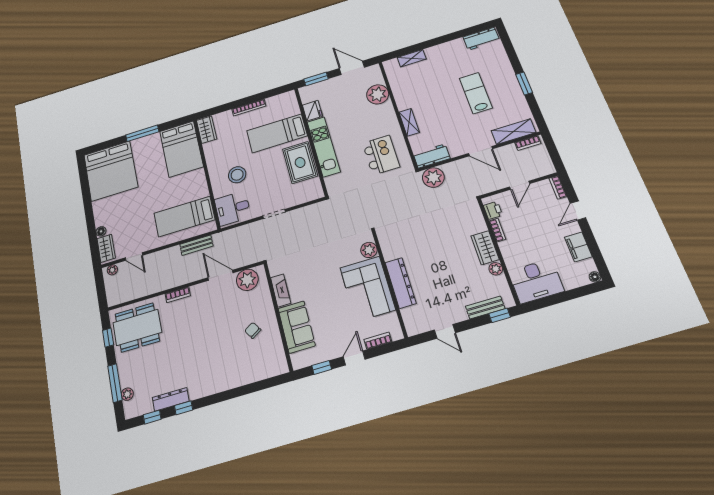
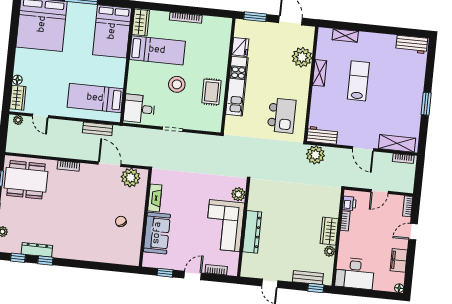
lab bench: (476, 93) -> (358, 81), moved
shelving: (409, 122) -> (320, 73), moved
bed: (277, 133) -> (157, 50), moved, turned 180
rug: (300, 162) -> (211, 92), width x0.73, depth x0.70
stool: (237, 175) -> (177, 84), moved

